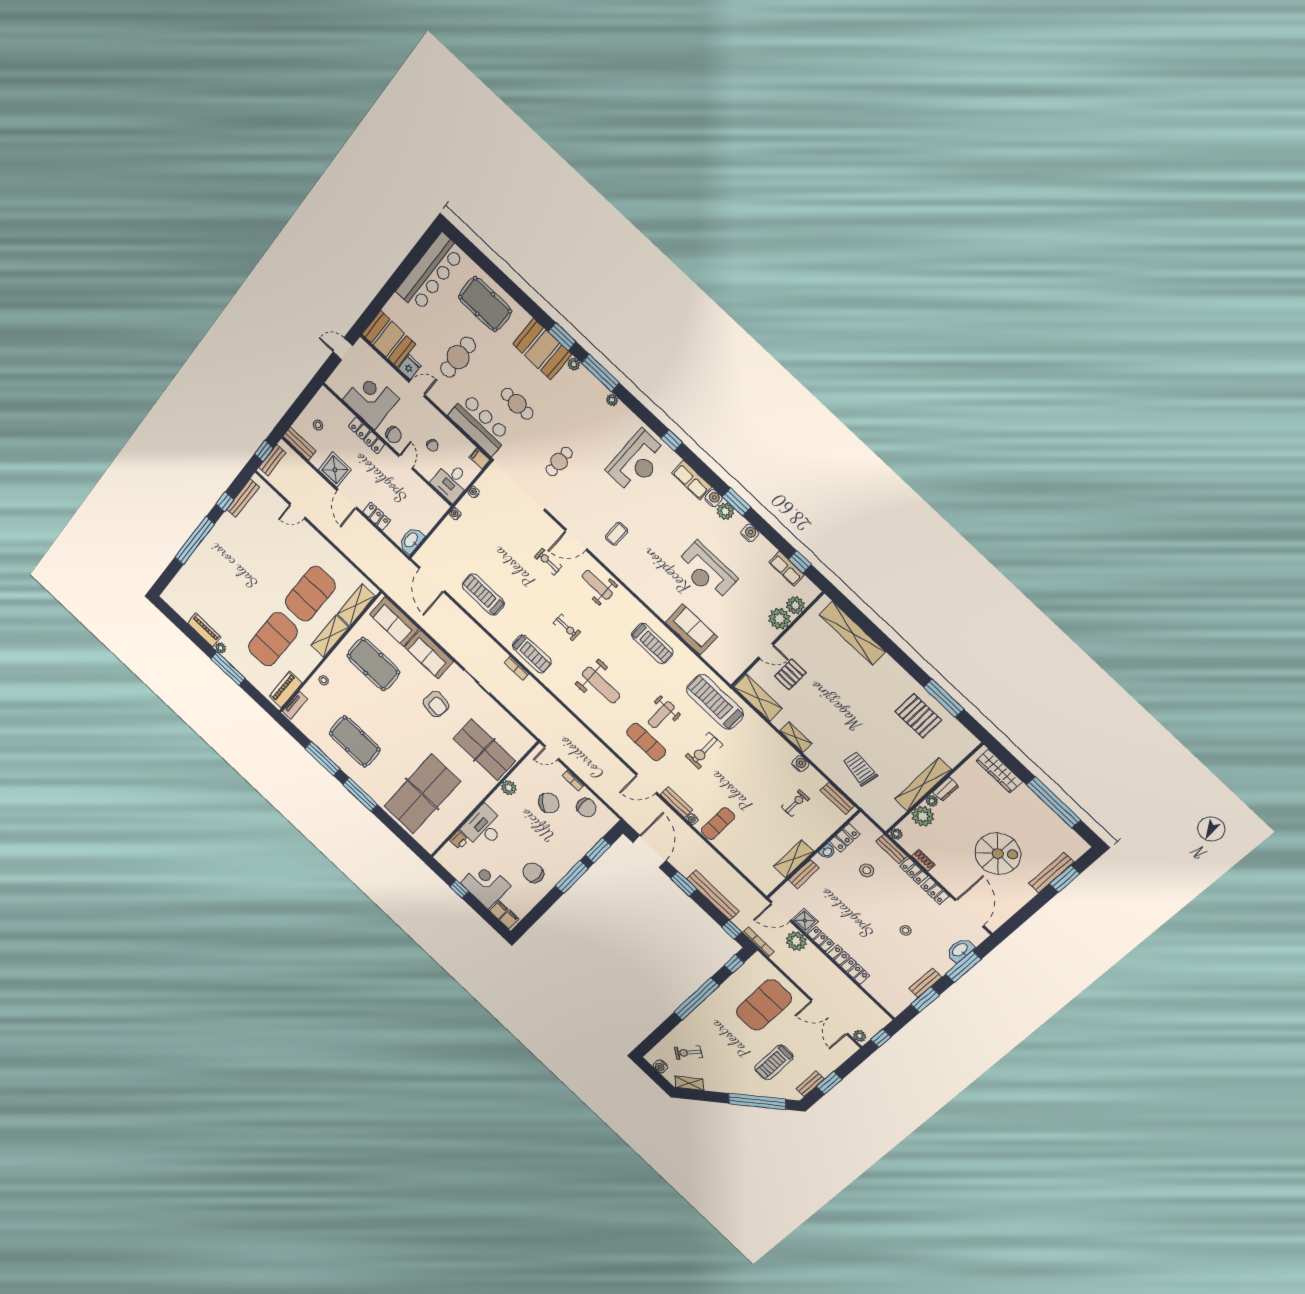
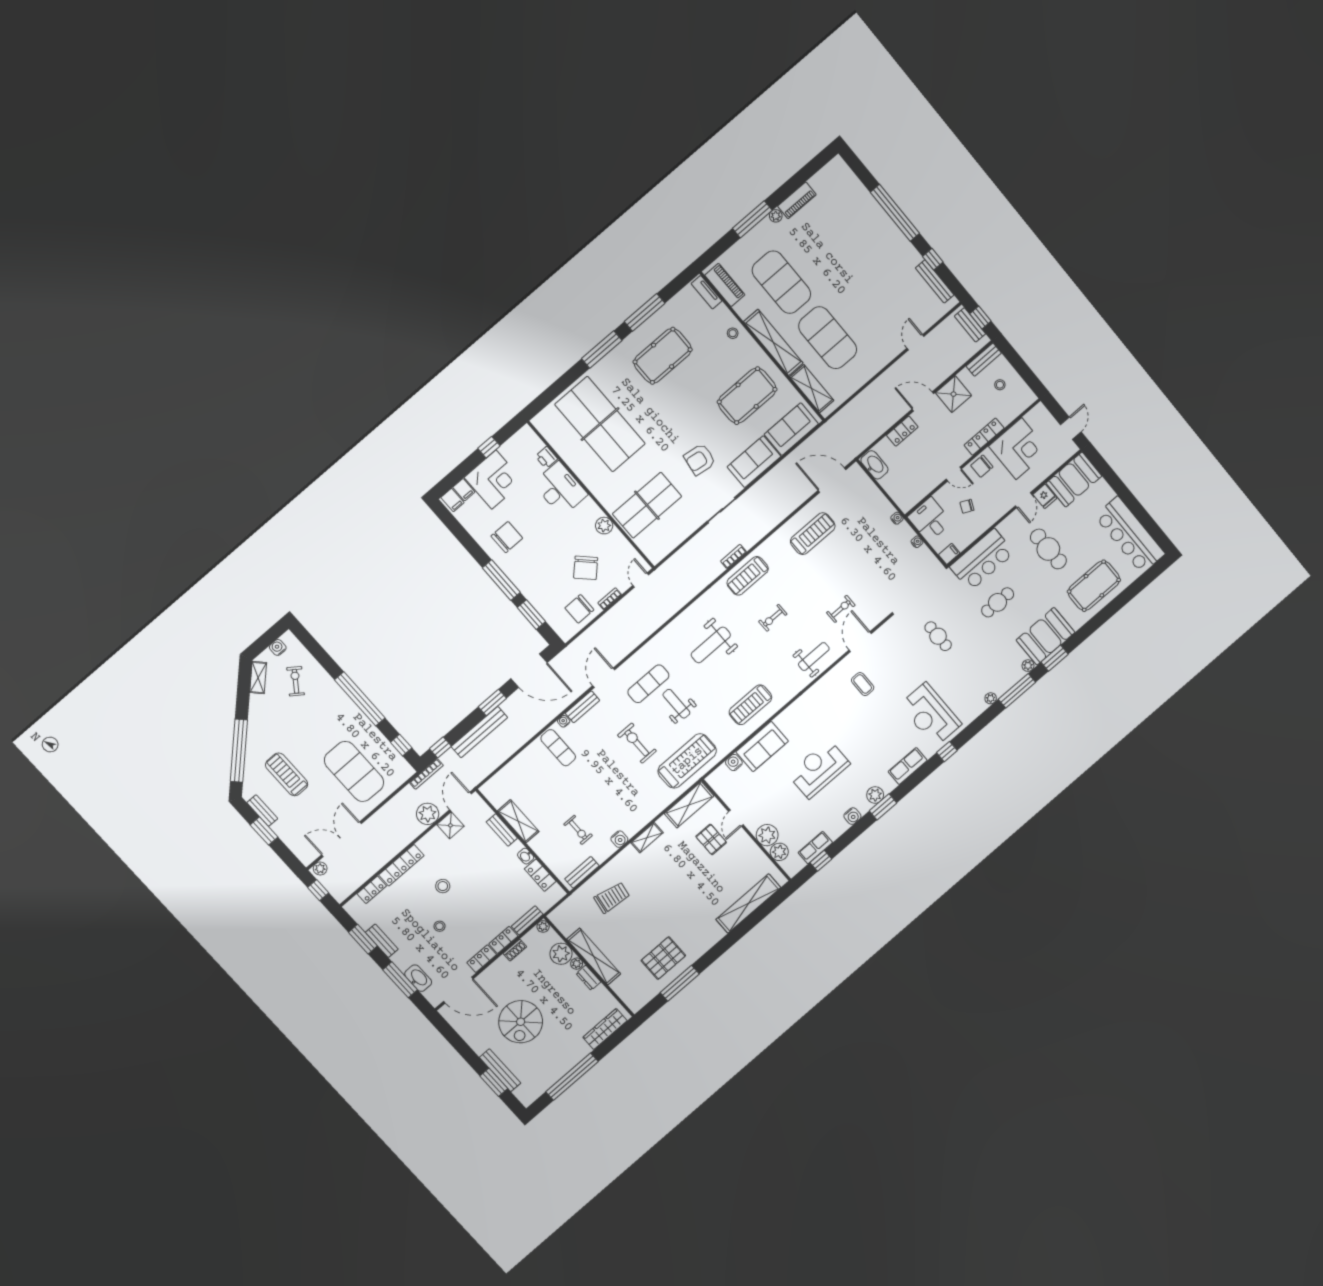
water cooler: (714, 498) -> (734, 763), moved, turned 180
shelving: (330, 636) -> (773, 342), width x1.47
stool: (867, 870) -> (443, 886), moved
locker: (821, 939) -> (372, 890), moved

